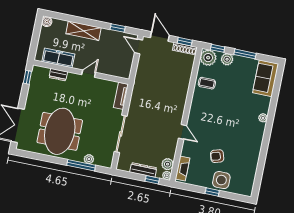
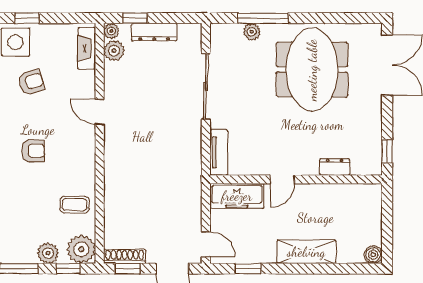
freezer: (58, 58) -> (237, 196), moved
armchair: (224, 118) -> (33, 151), added

